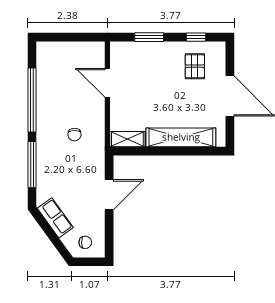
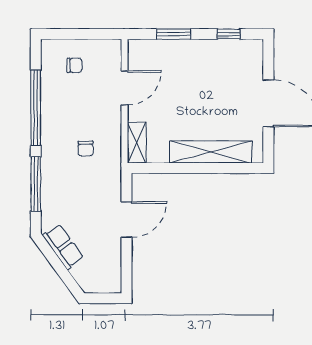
pallet: (195, 66) -> (227, 68), removed
door: (107, 83) -> (125, 88), swing flipped
shelving: (127, 139) -> (137, 143), moved, turned 90
chair: (85, 242) -> (74, 65), moved

